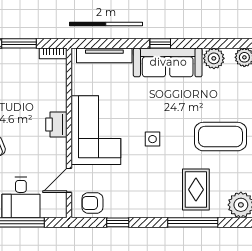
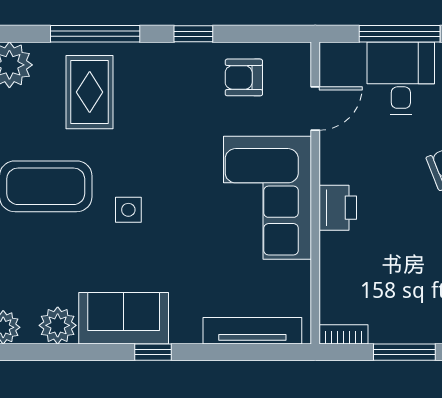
sofa: (168, 62) -> (124, 318), width x0.73
side table: (153, 139) -> (128, 210), moved
armchair: (92, 203) -> (244, 77), moved, turned 180
window: (118, 222) -> (193, 34), moved

